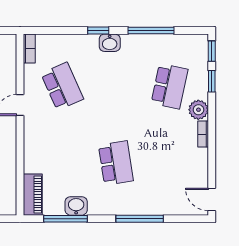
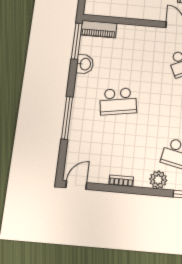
bookcase: (203, 134) -> (121, 181), moved
window: (65, 219) -> (77, 41), moved

